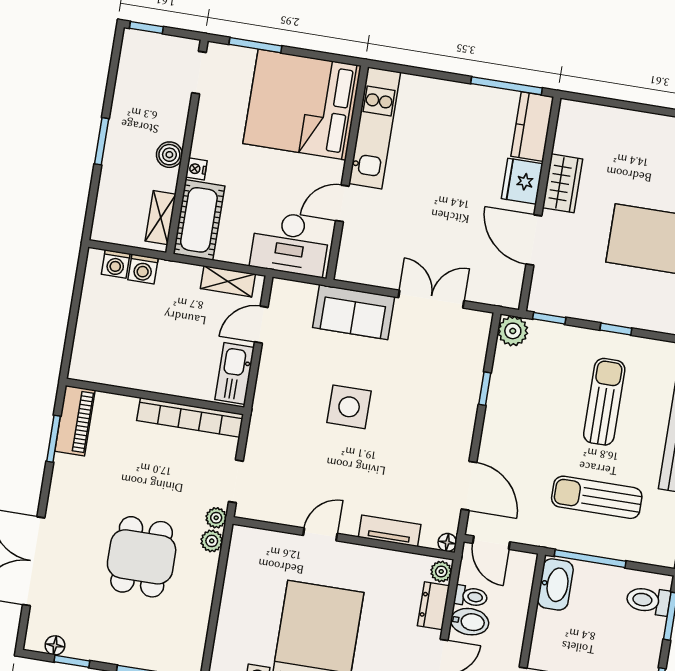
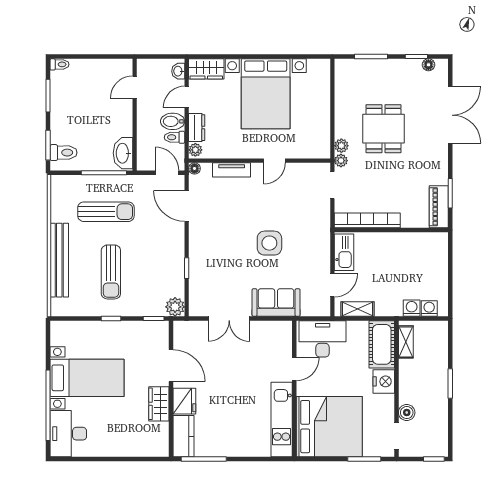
boiler: (169, 155) -> (407, 413), moved
nightstand: (196, 169) -> (384, 381), width x1.89, depth x1.79

